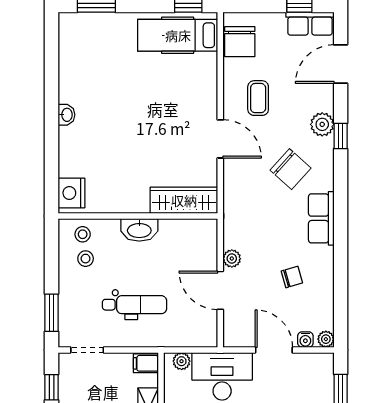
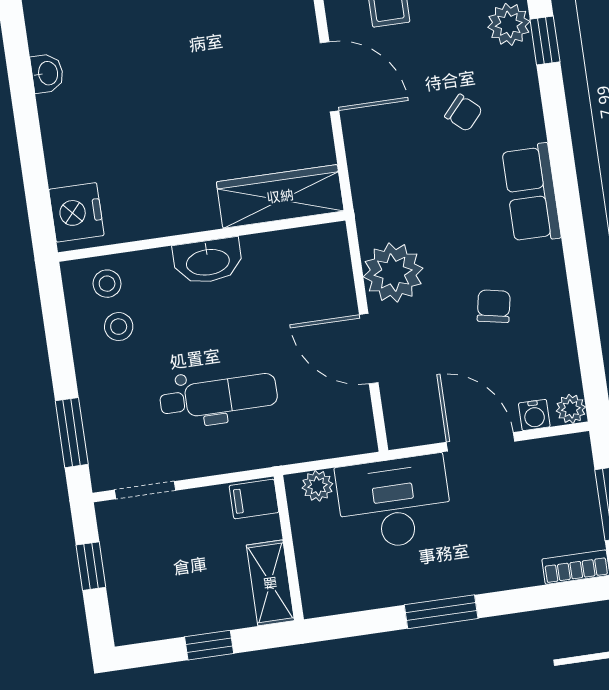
chair: (291, 169) -> (464, 113), width x0.54, depth x0.54
plant: (232, 259) -> (393, 273), width x1.88, depth x1.88
chair: (292, 277) -> (494, 306), turned -63

